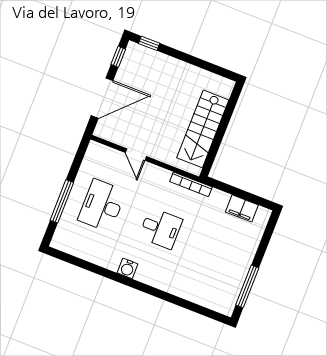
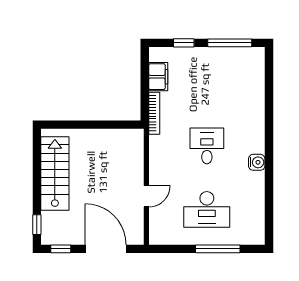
stairs: (203, 129) -> (55, 174), moved, turned -90
bookcase: (191, 184) -> (154, 113), moved
window: (264, 244) -> (184, 43), added

